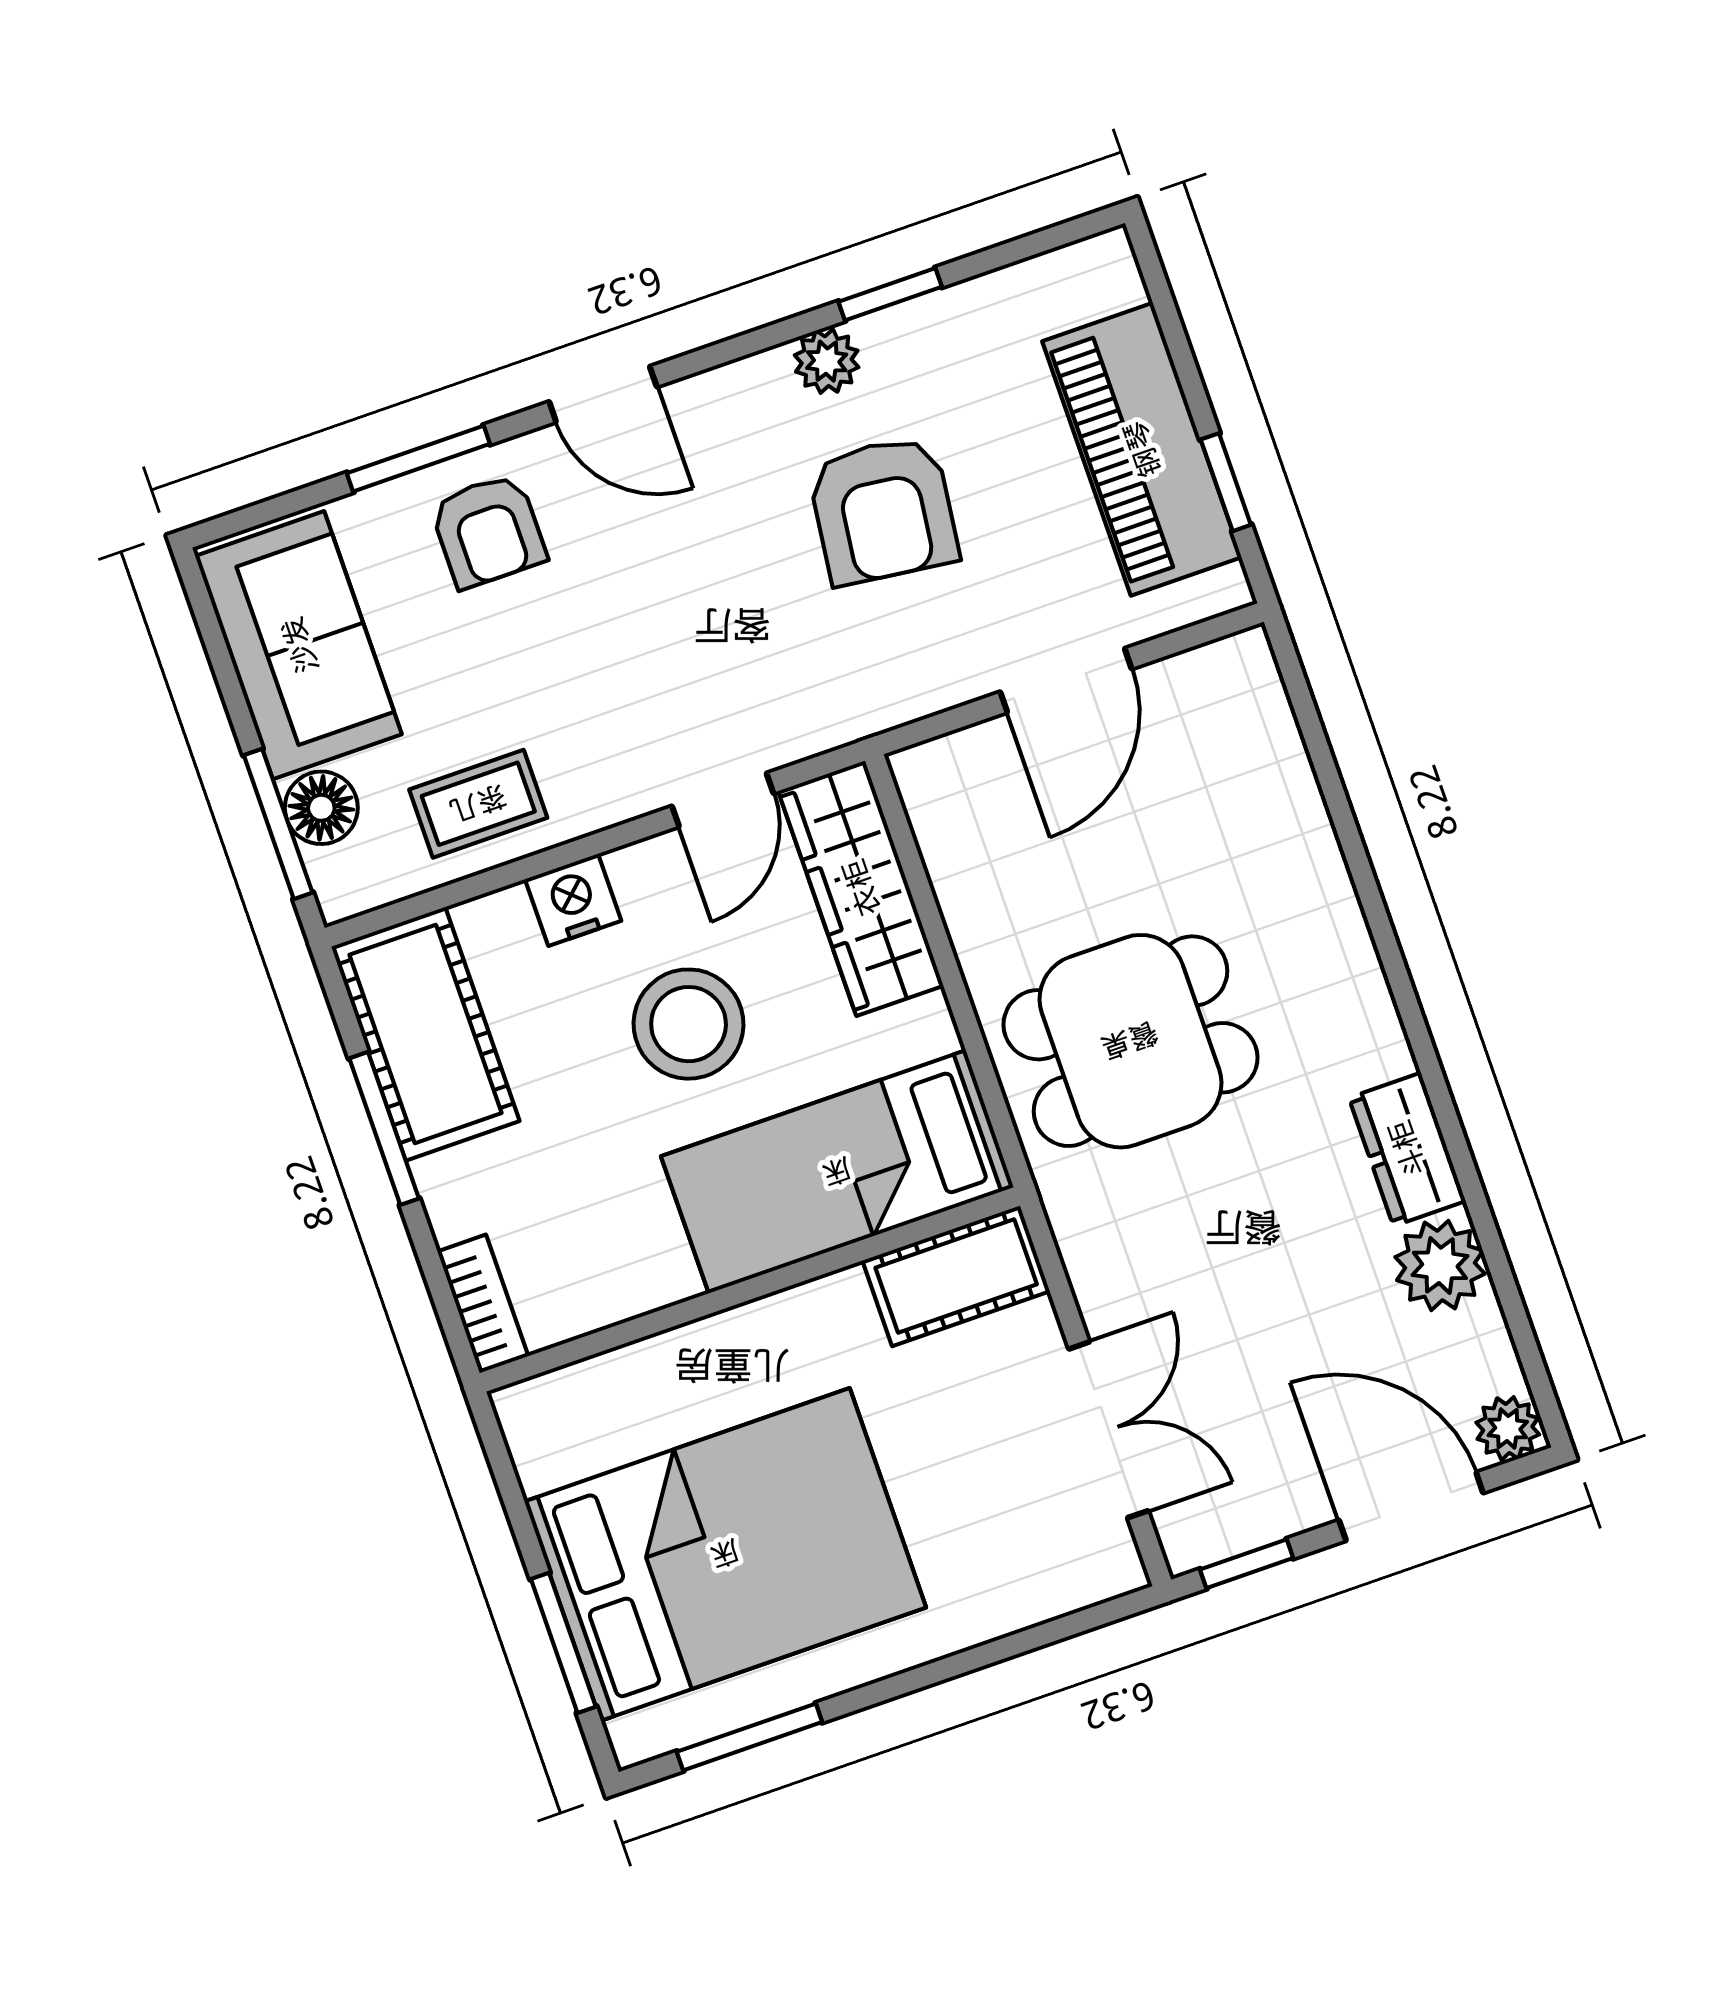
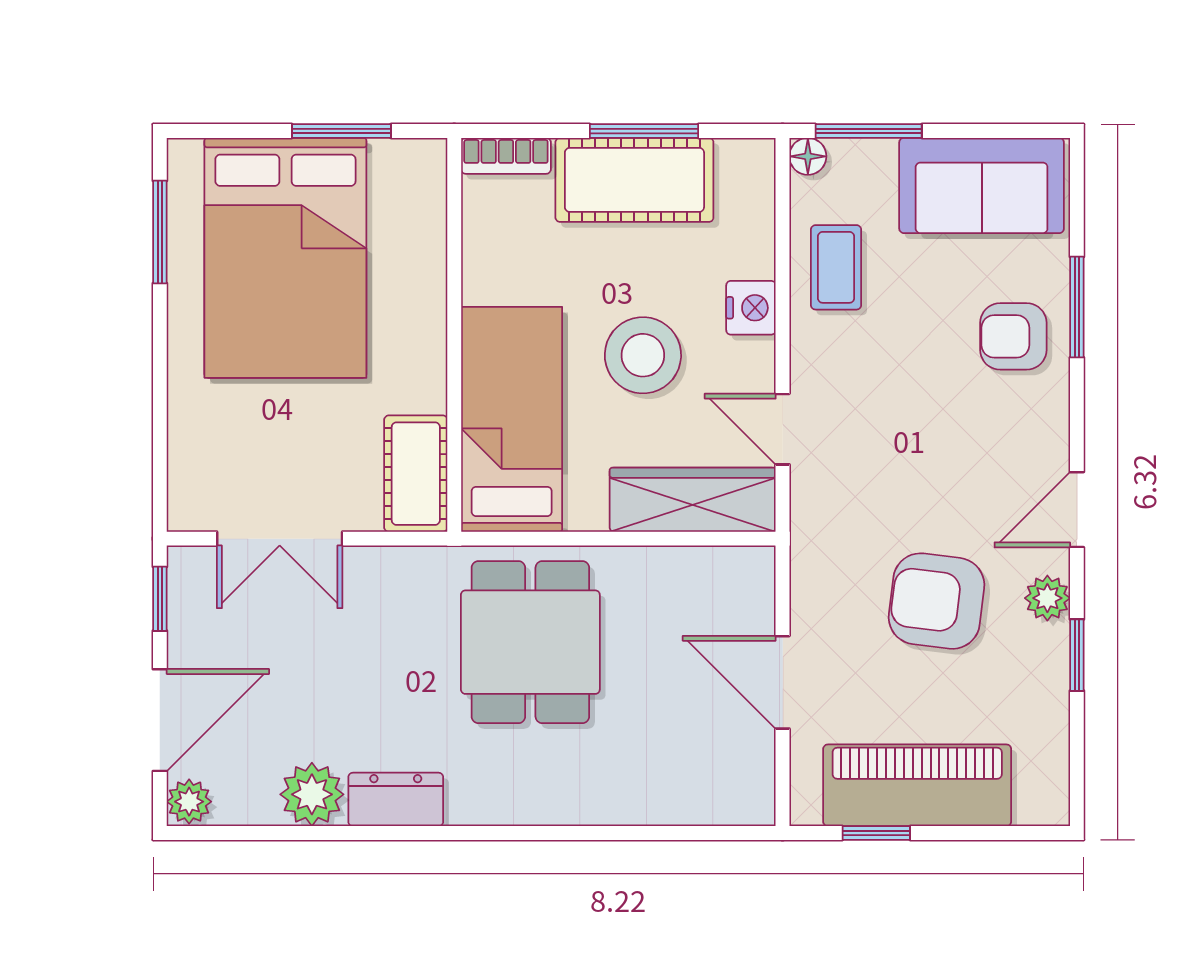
door: (603, 394) -> (1077, 510), moved
floor lamp: (321, 808) -> (808, 156), moved, width x0.73, depth x0.73
cot: (425, 1034) -> (634, 180), moved
window: (563, 1643) -> (341, 131), moved

